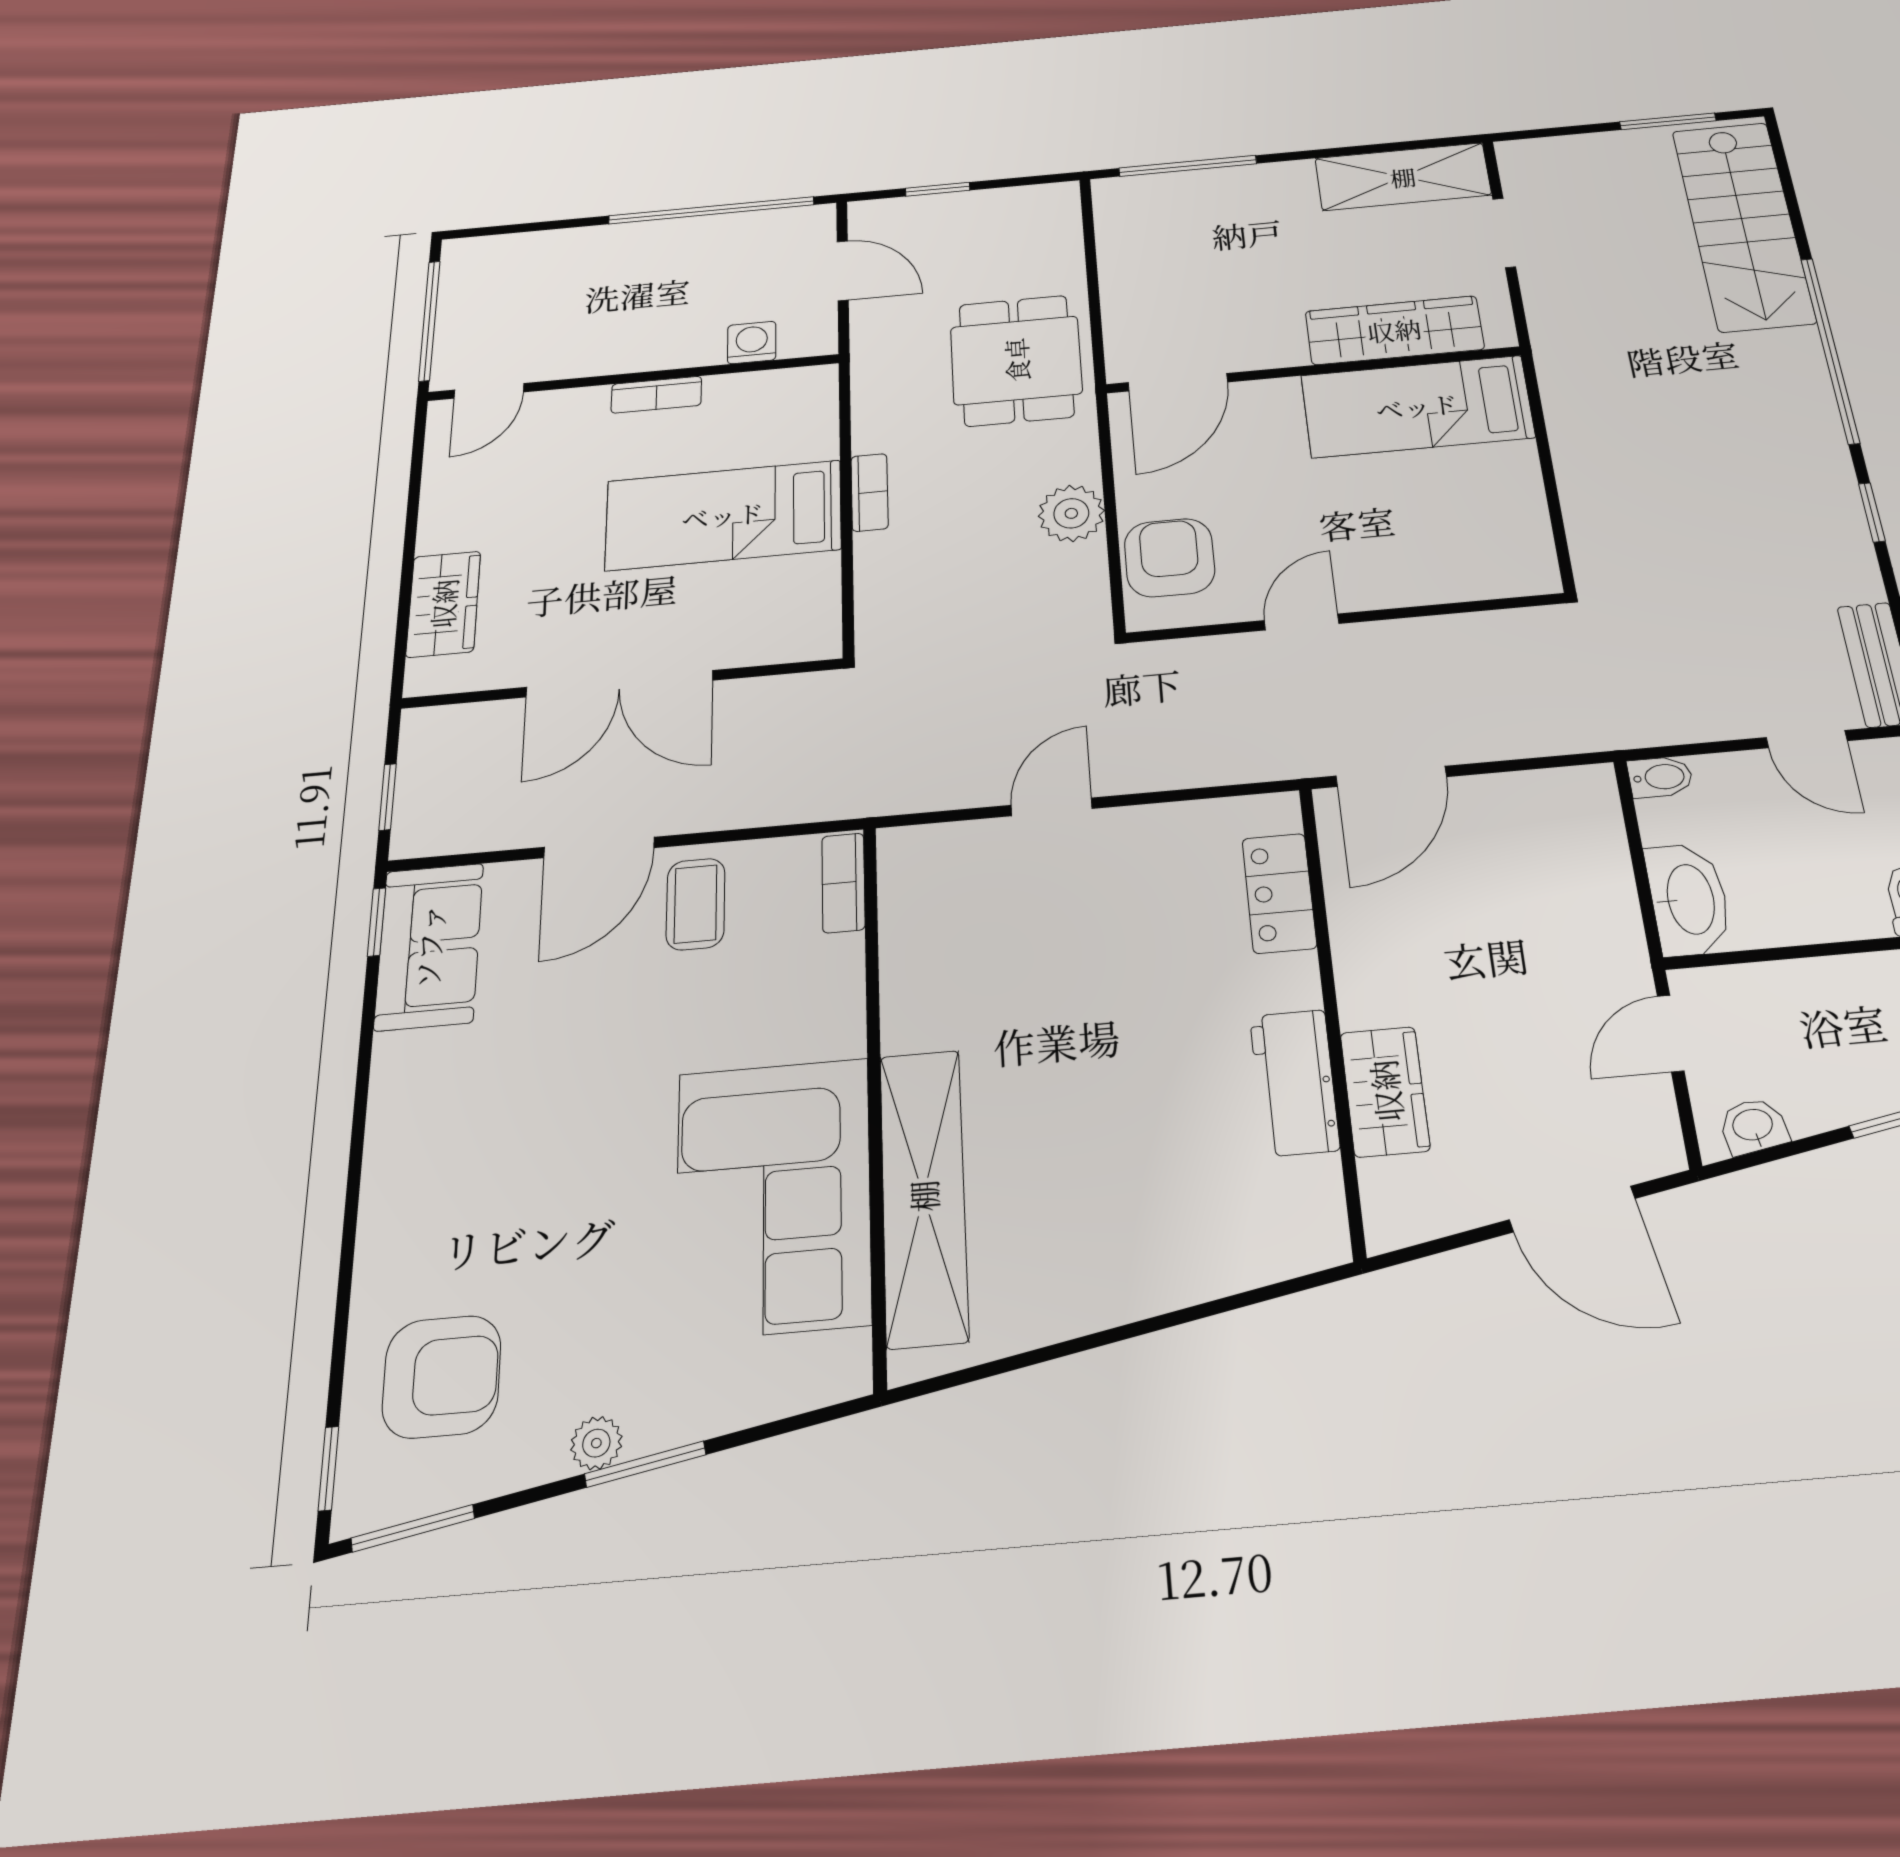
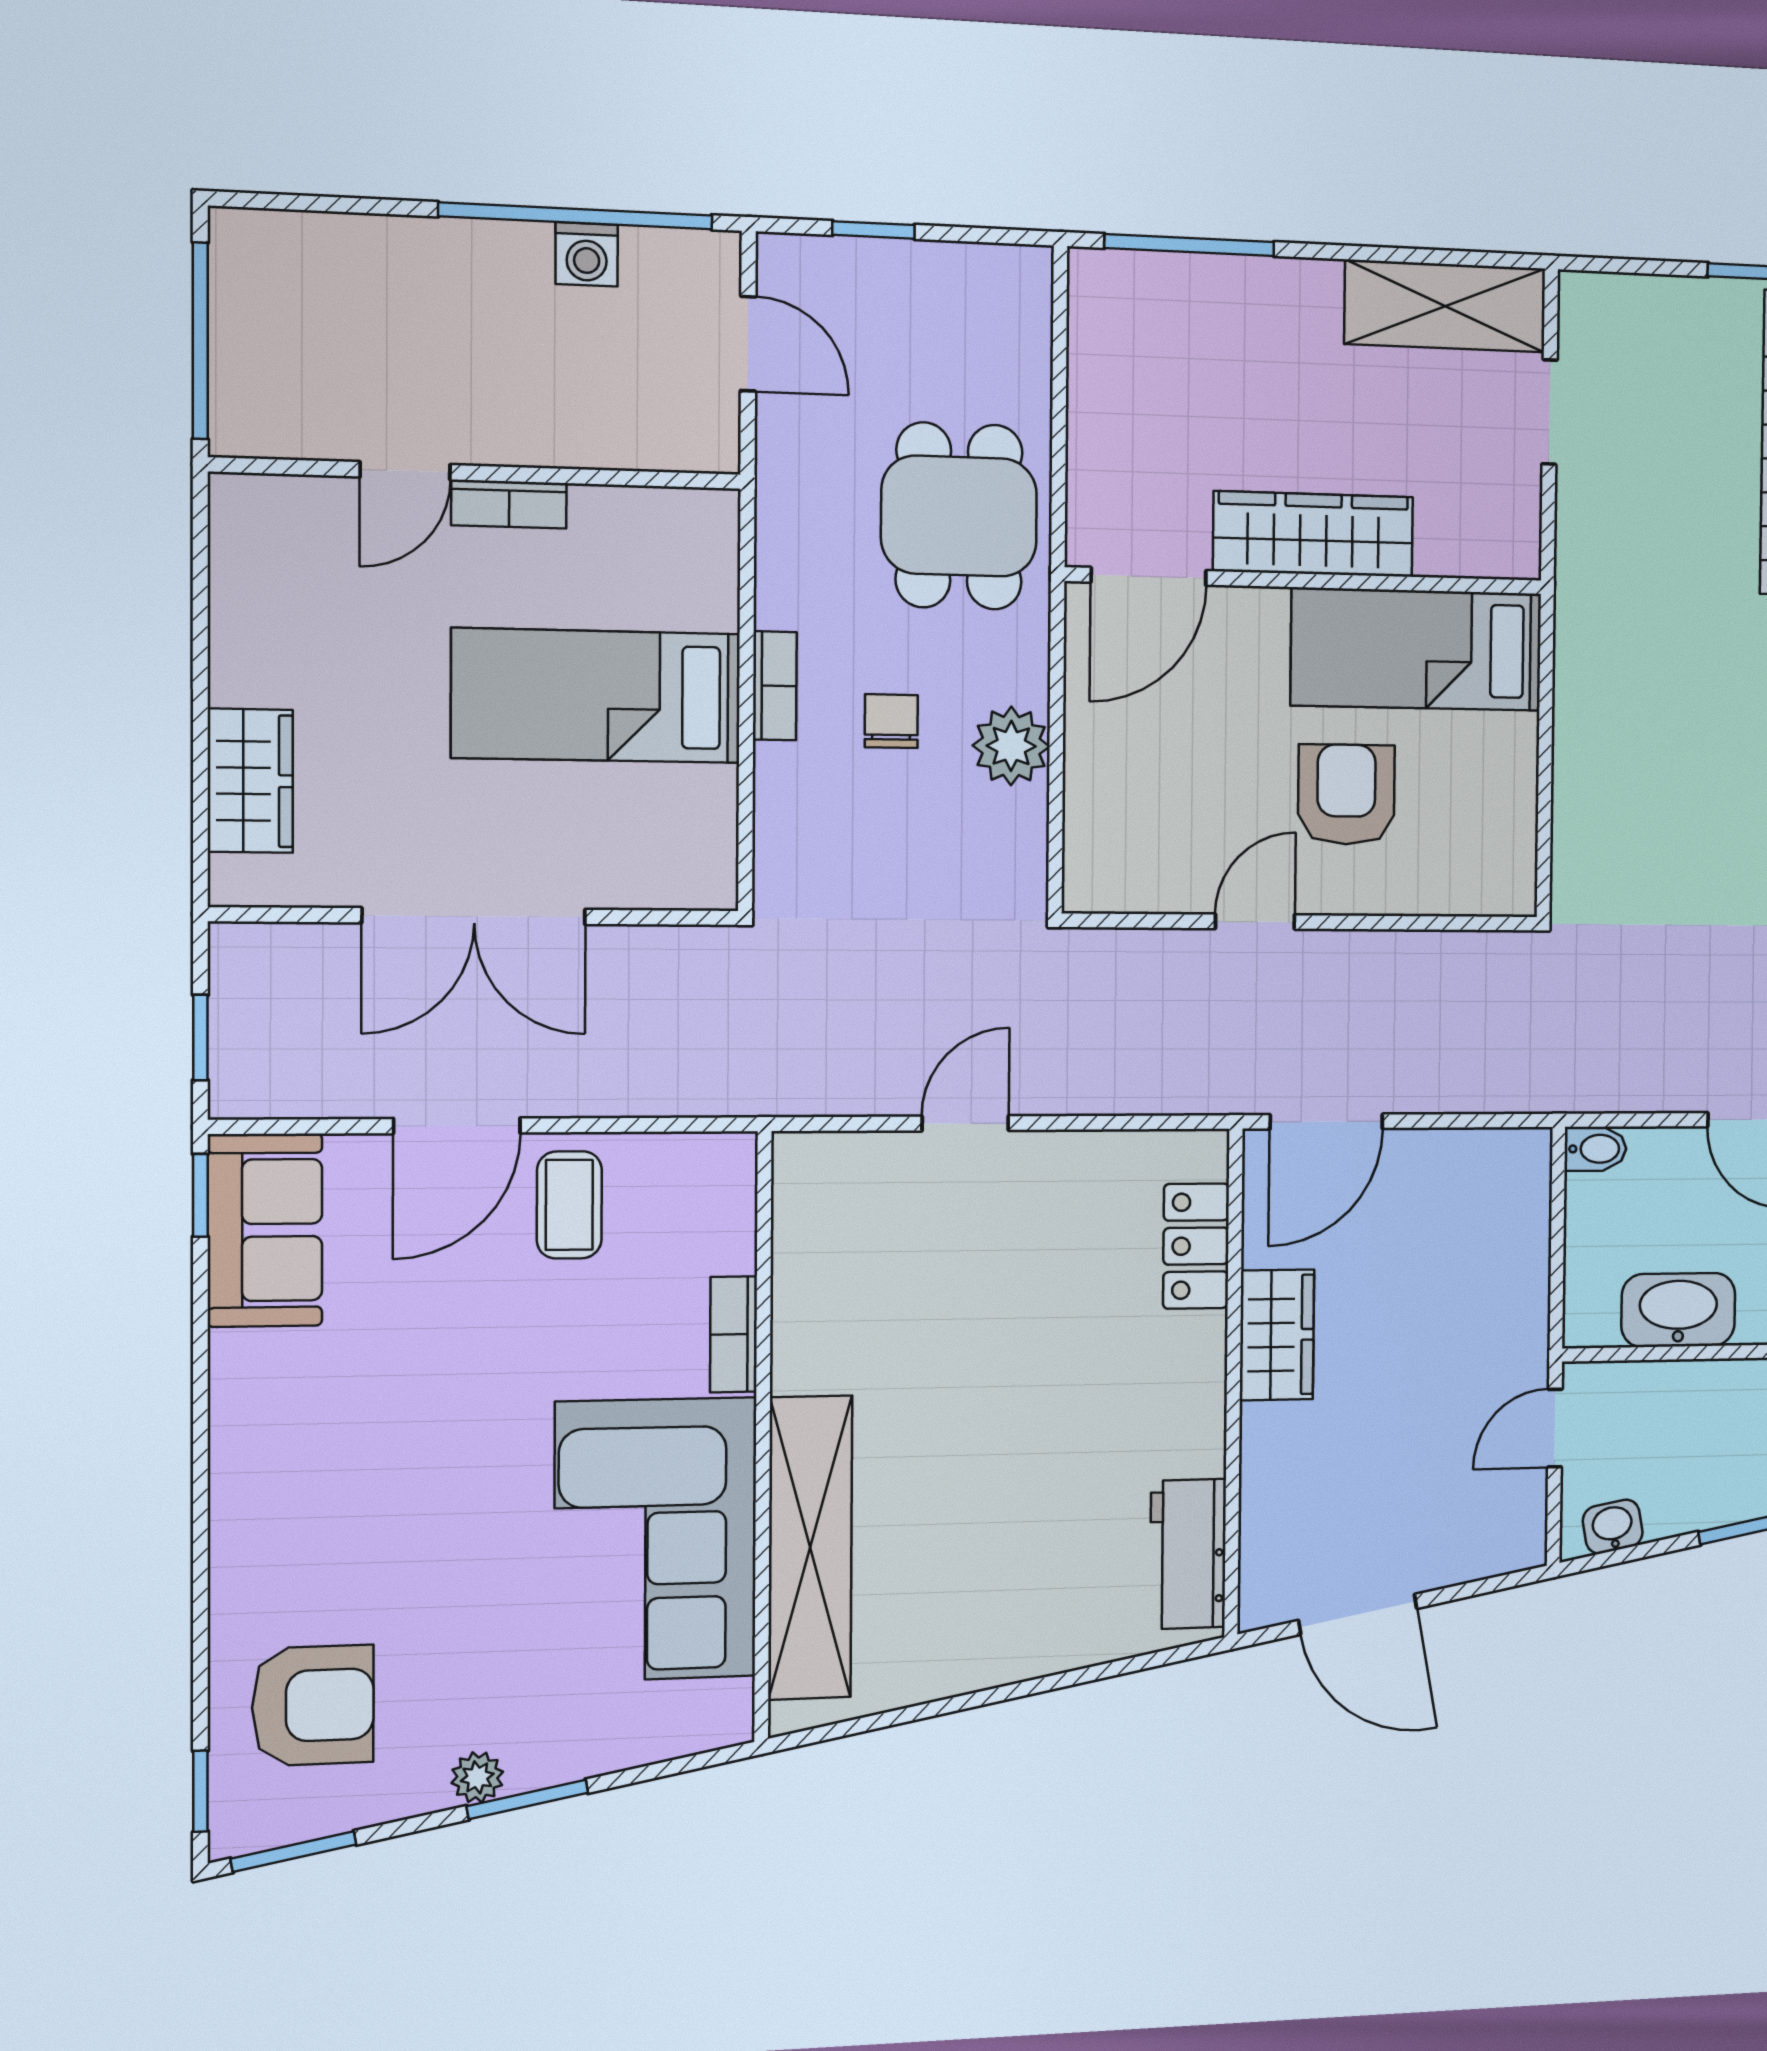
wardrobe: (1394, 330) -> (1313, 534), moved
washing machine: (752, 343) -> (587, 254), moved, turned 180
door: (489, 391) -> (405, 471), moved
chair: (968, 507) -> (891, 721), added
armchair: (1169, 558) -> (1346, 795), moved
bookcase: (843, 883) -> (734, 1334), moved
washbasin: (1689, 899) -> (1678, 1310), moved, turned -90
workbench: (1294, 1083) -> (1188, 1554), moved
wardrobe: (1385, 1091) -> (1277, 1335), moved
door: (1572, 1209) -> (1358, 1614), moved

